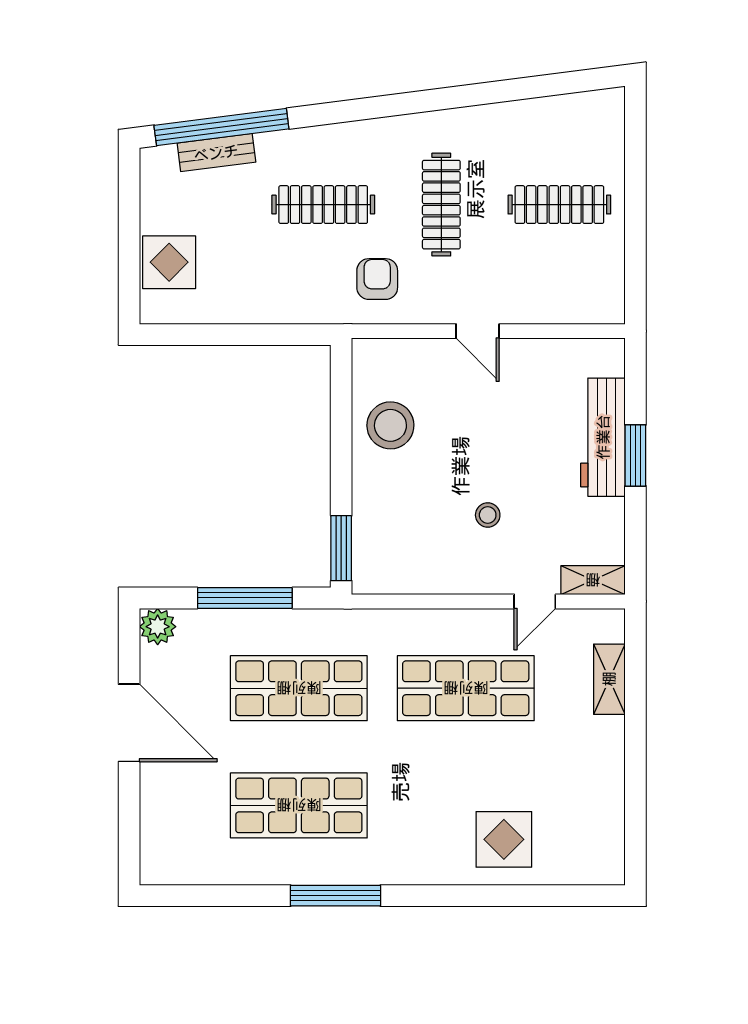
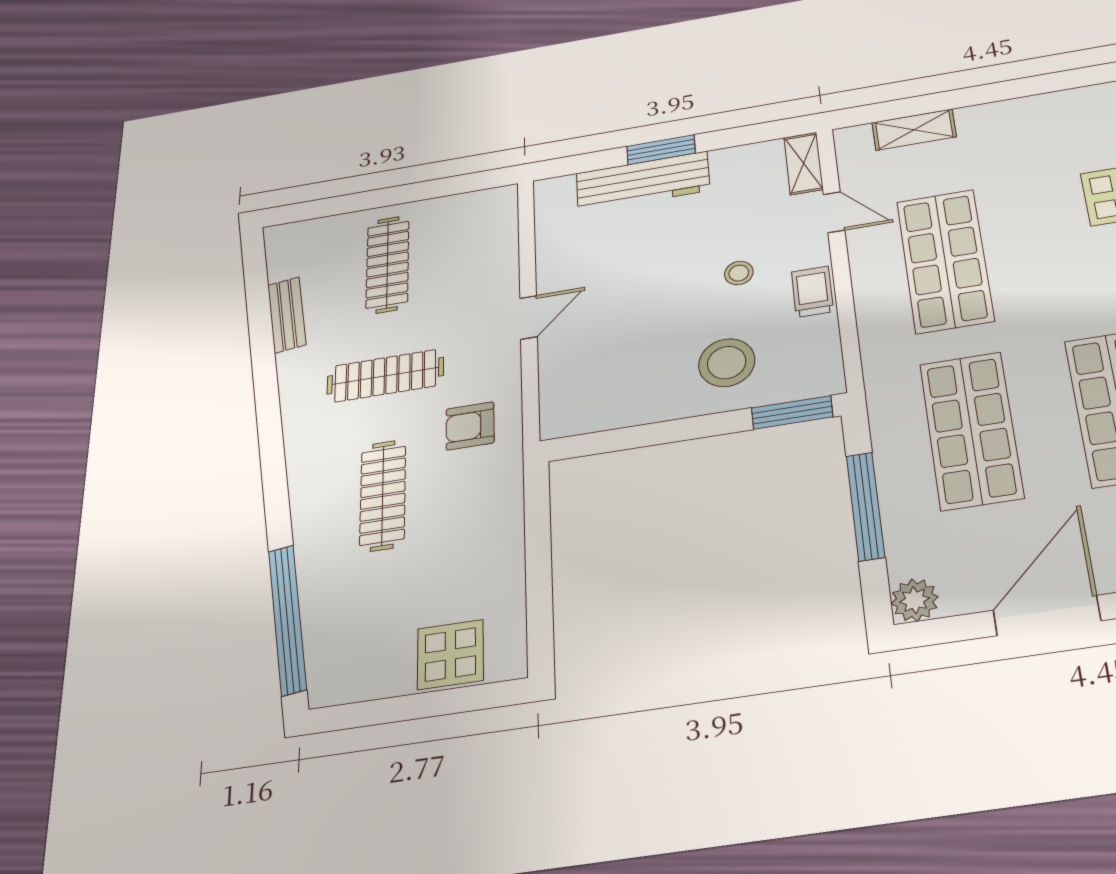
bench: (216, 153) -> (287, 315), moved
stool: (390, 425) -> (727, 363), moved
trolley: (456, 575) -> (812, 292), added

